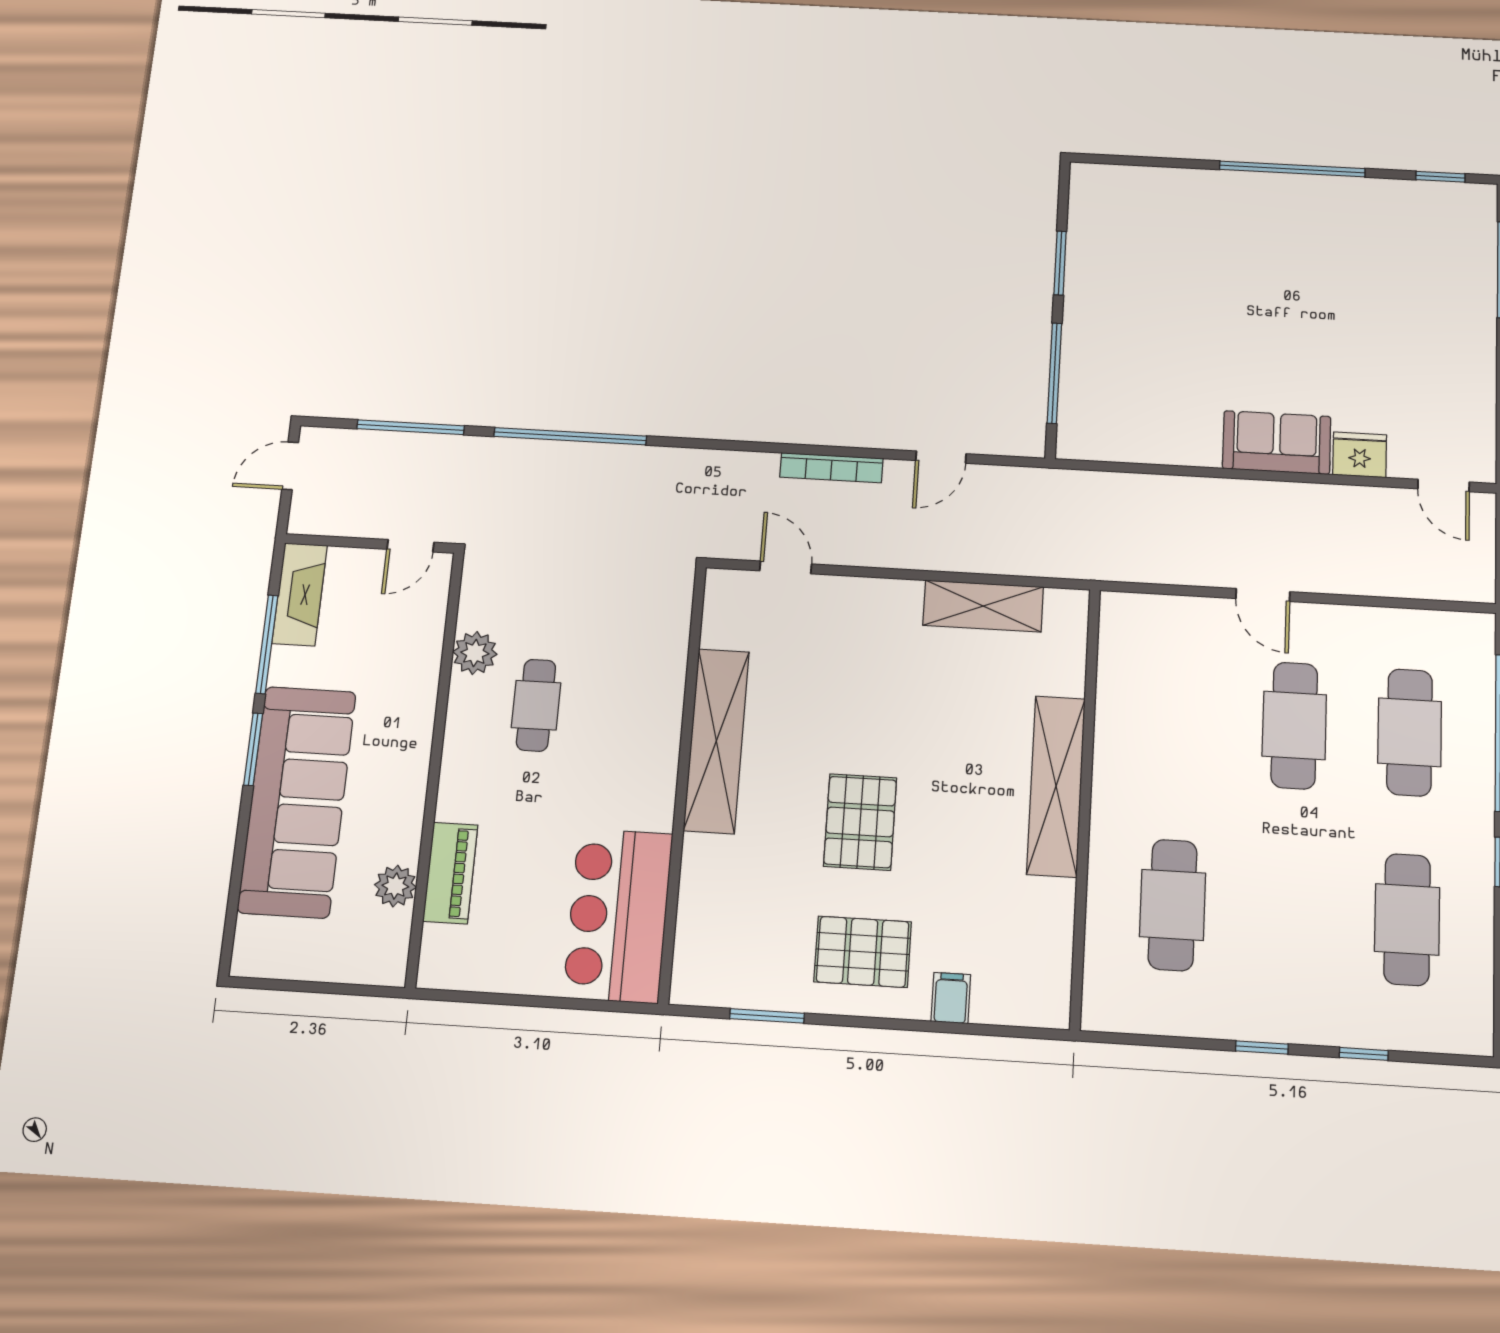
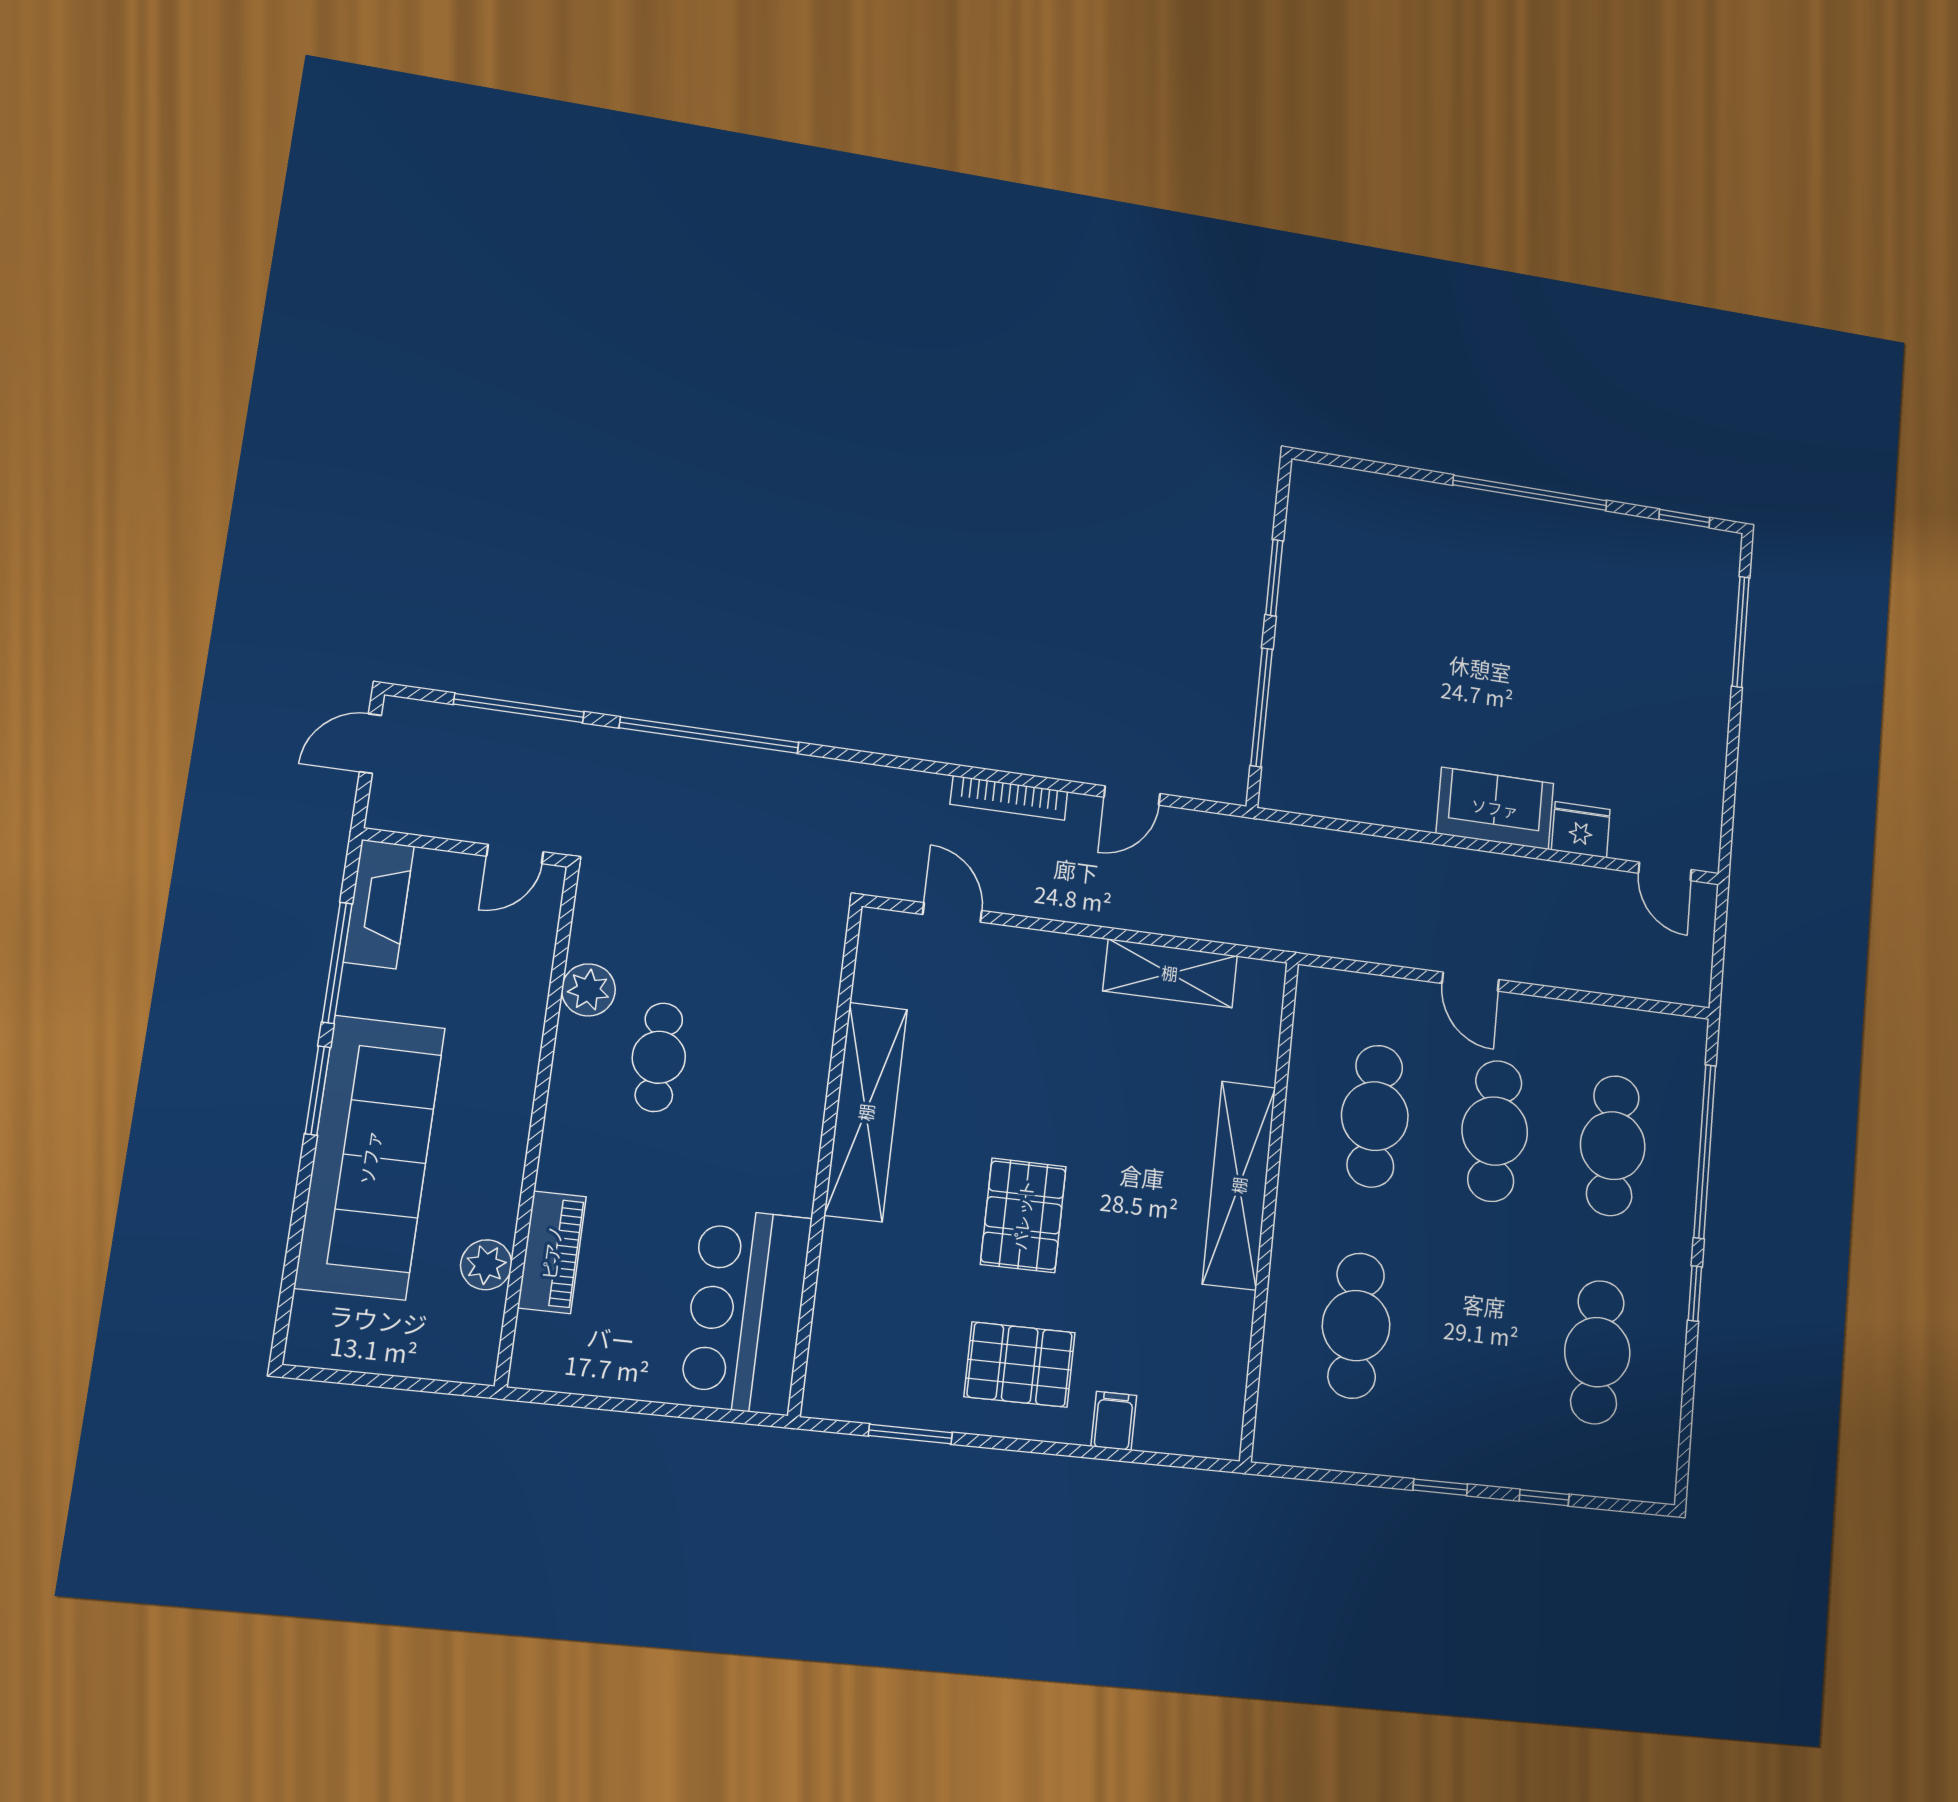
cafe table: (1179, 719) -> (1375, 1116), added

